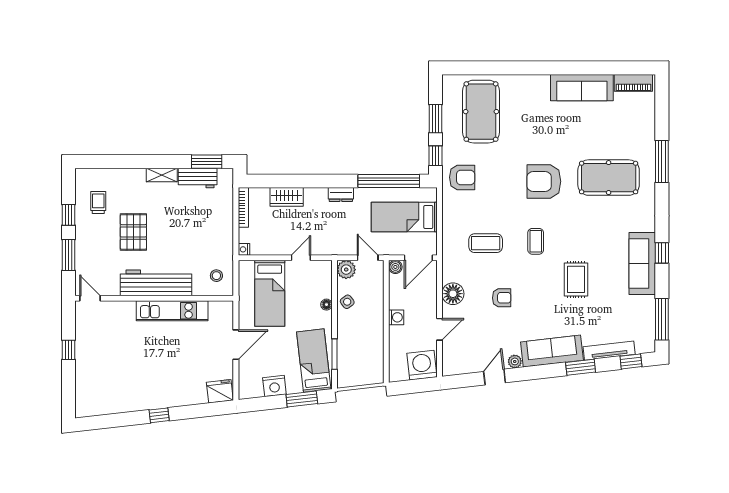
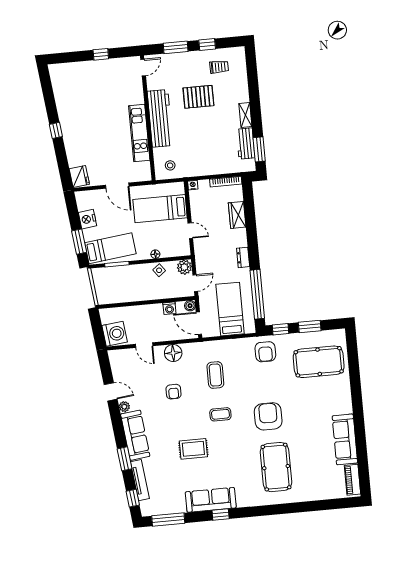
window: (662, 162) -> (292, 508), removed
washing machine: (396, 317) -> (169, 308), moved

